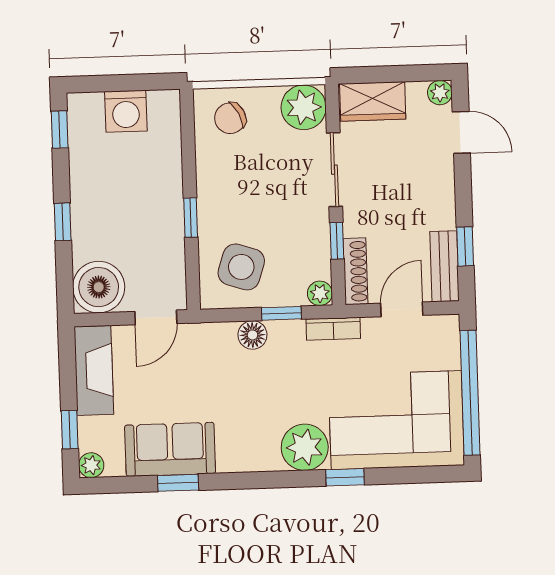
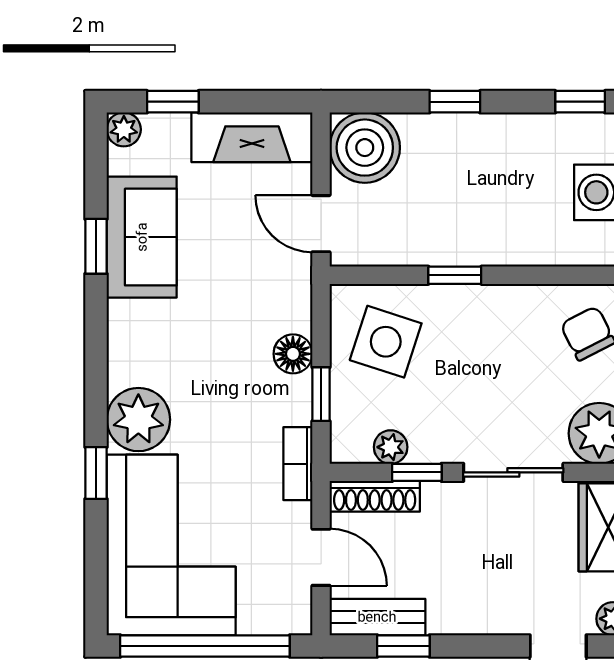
plant: (320, 293) -> (391, 447), moved

